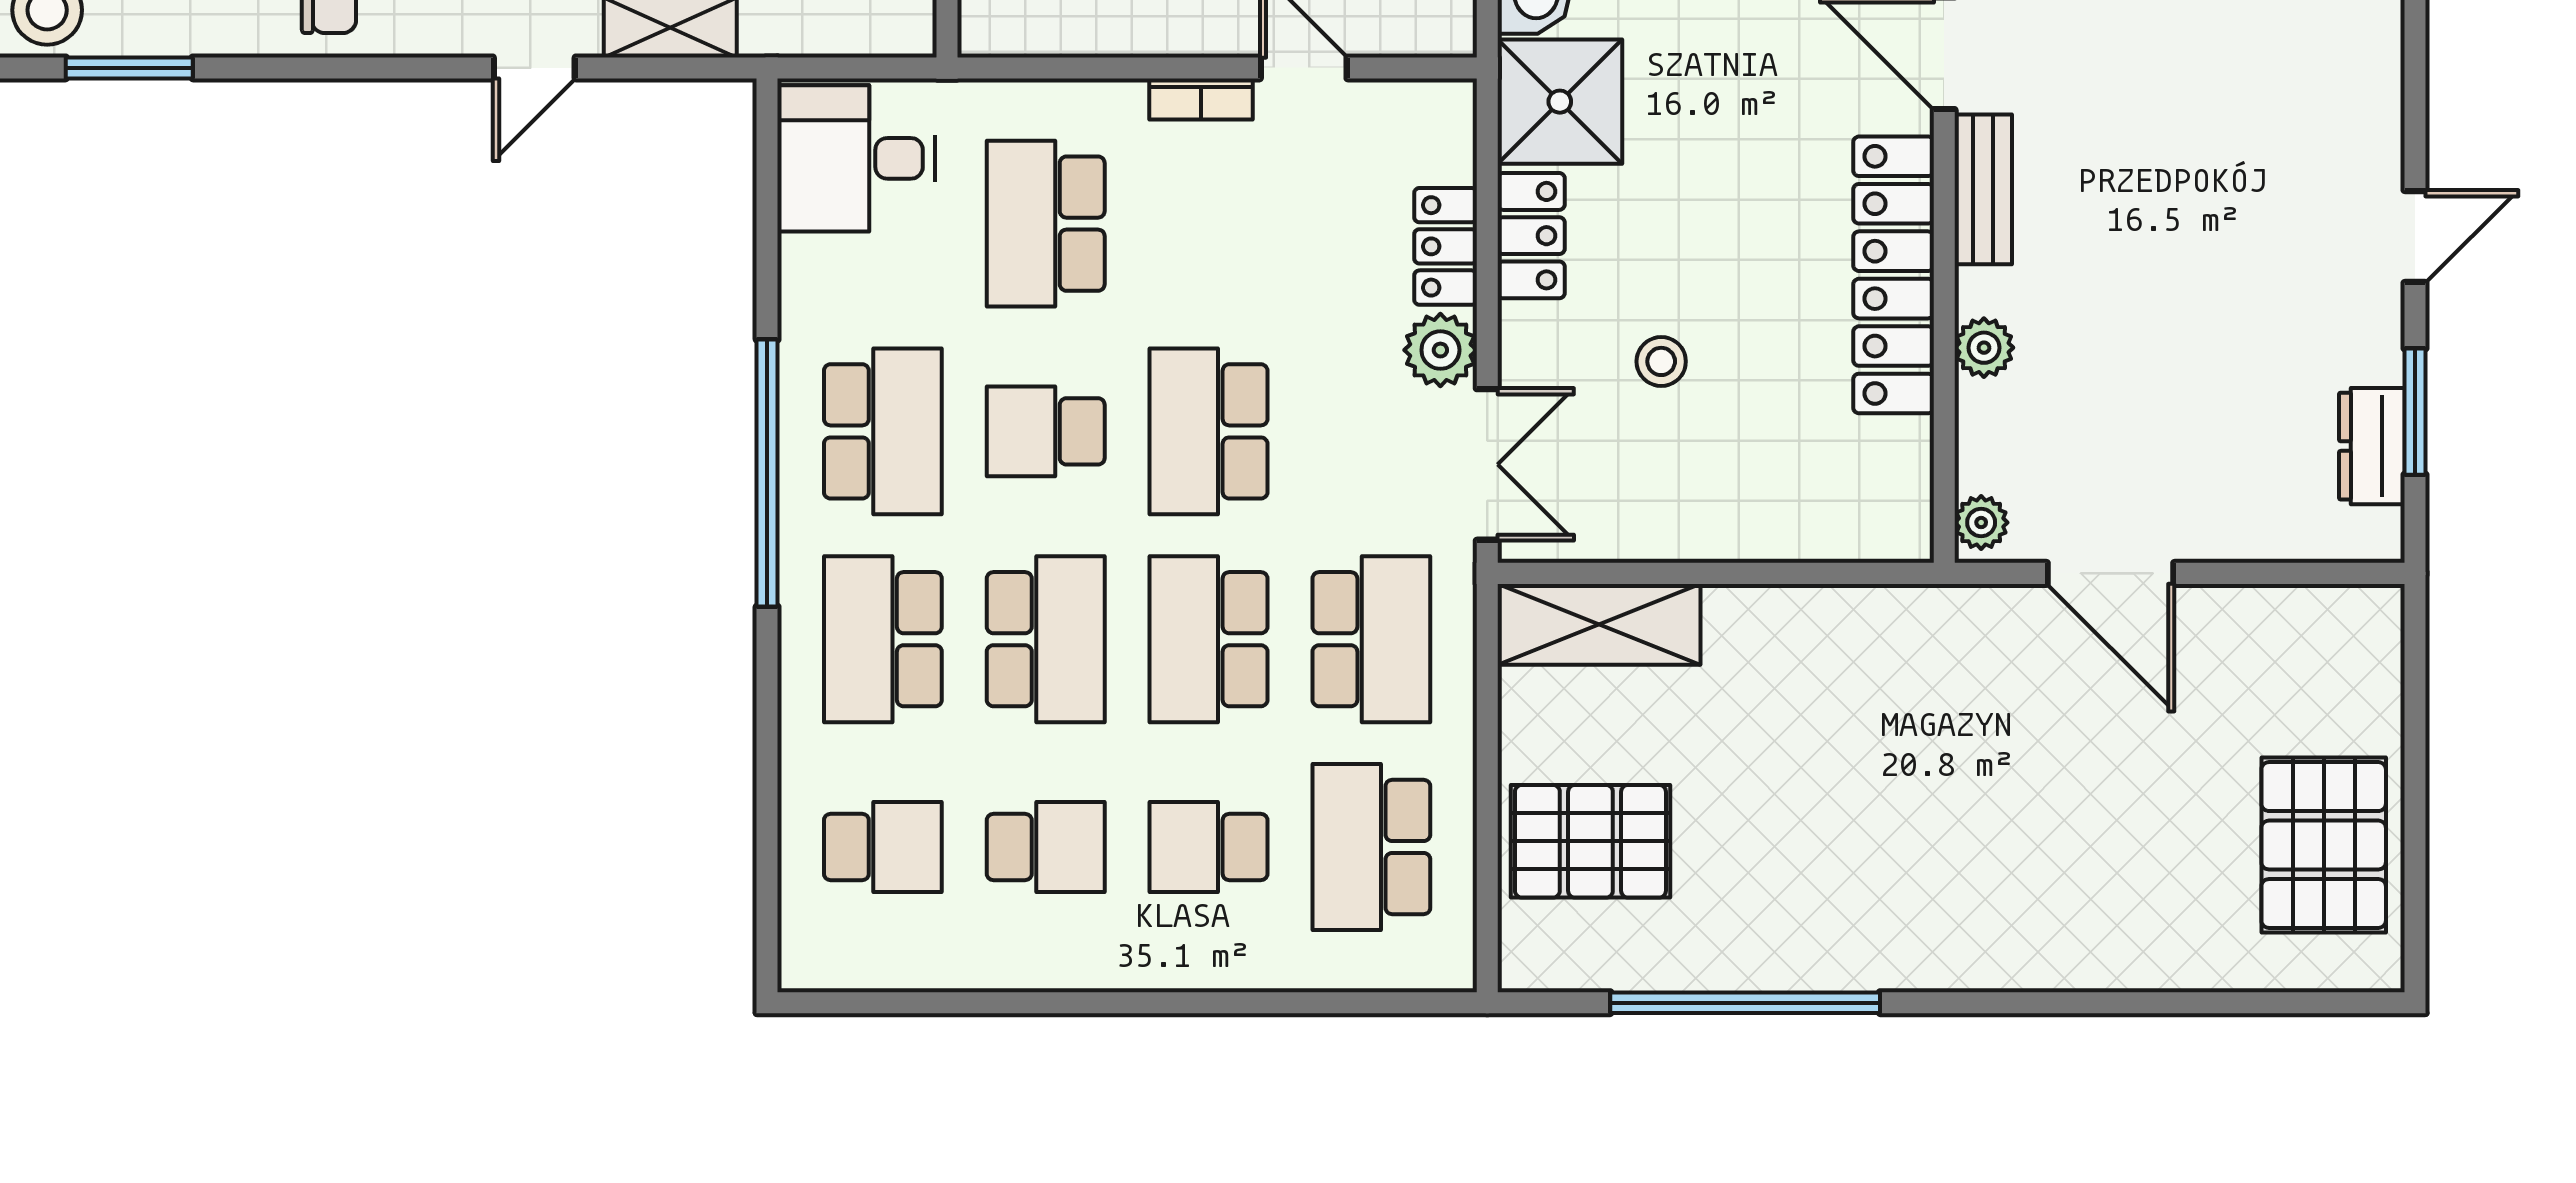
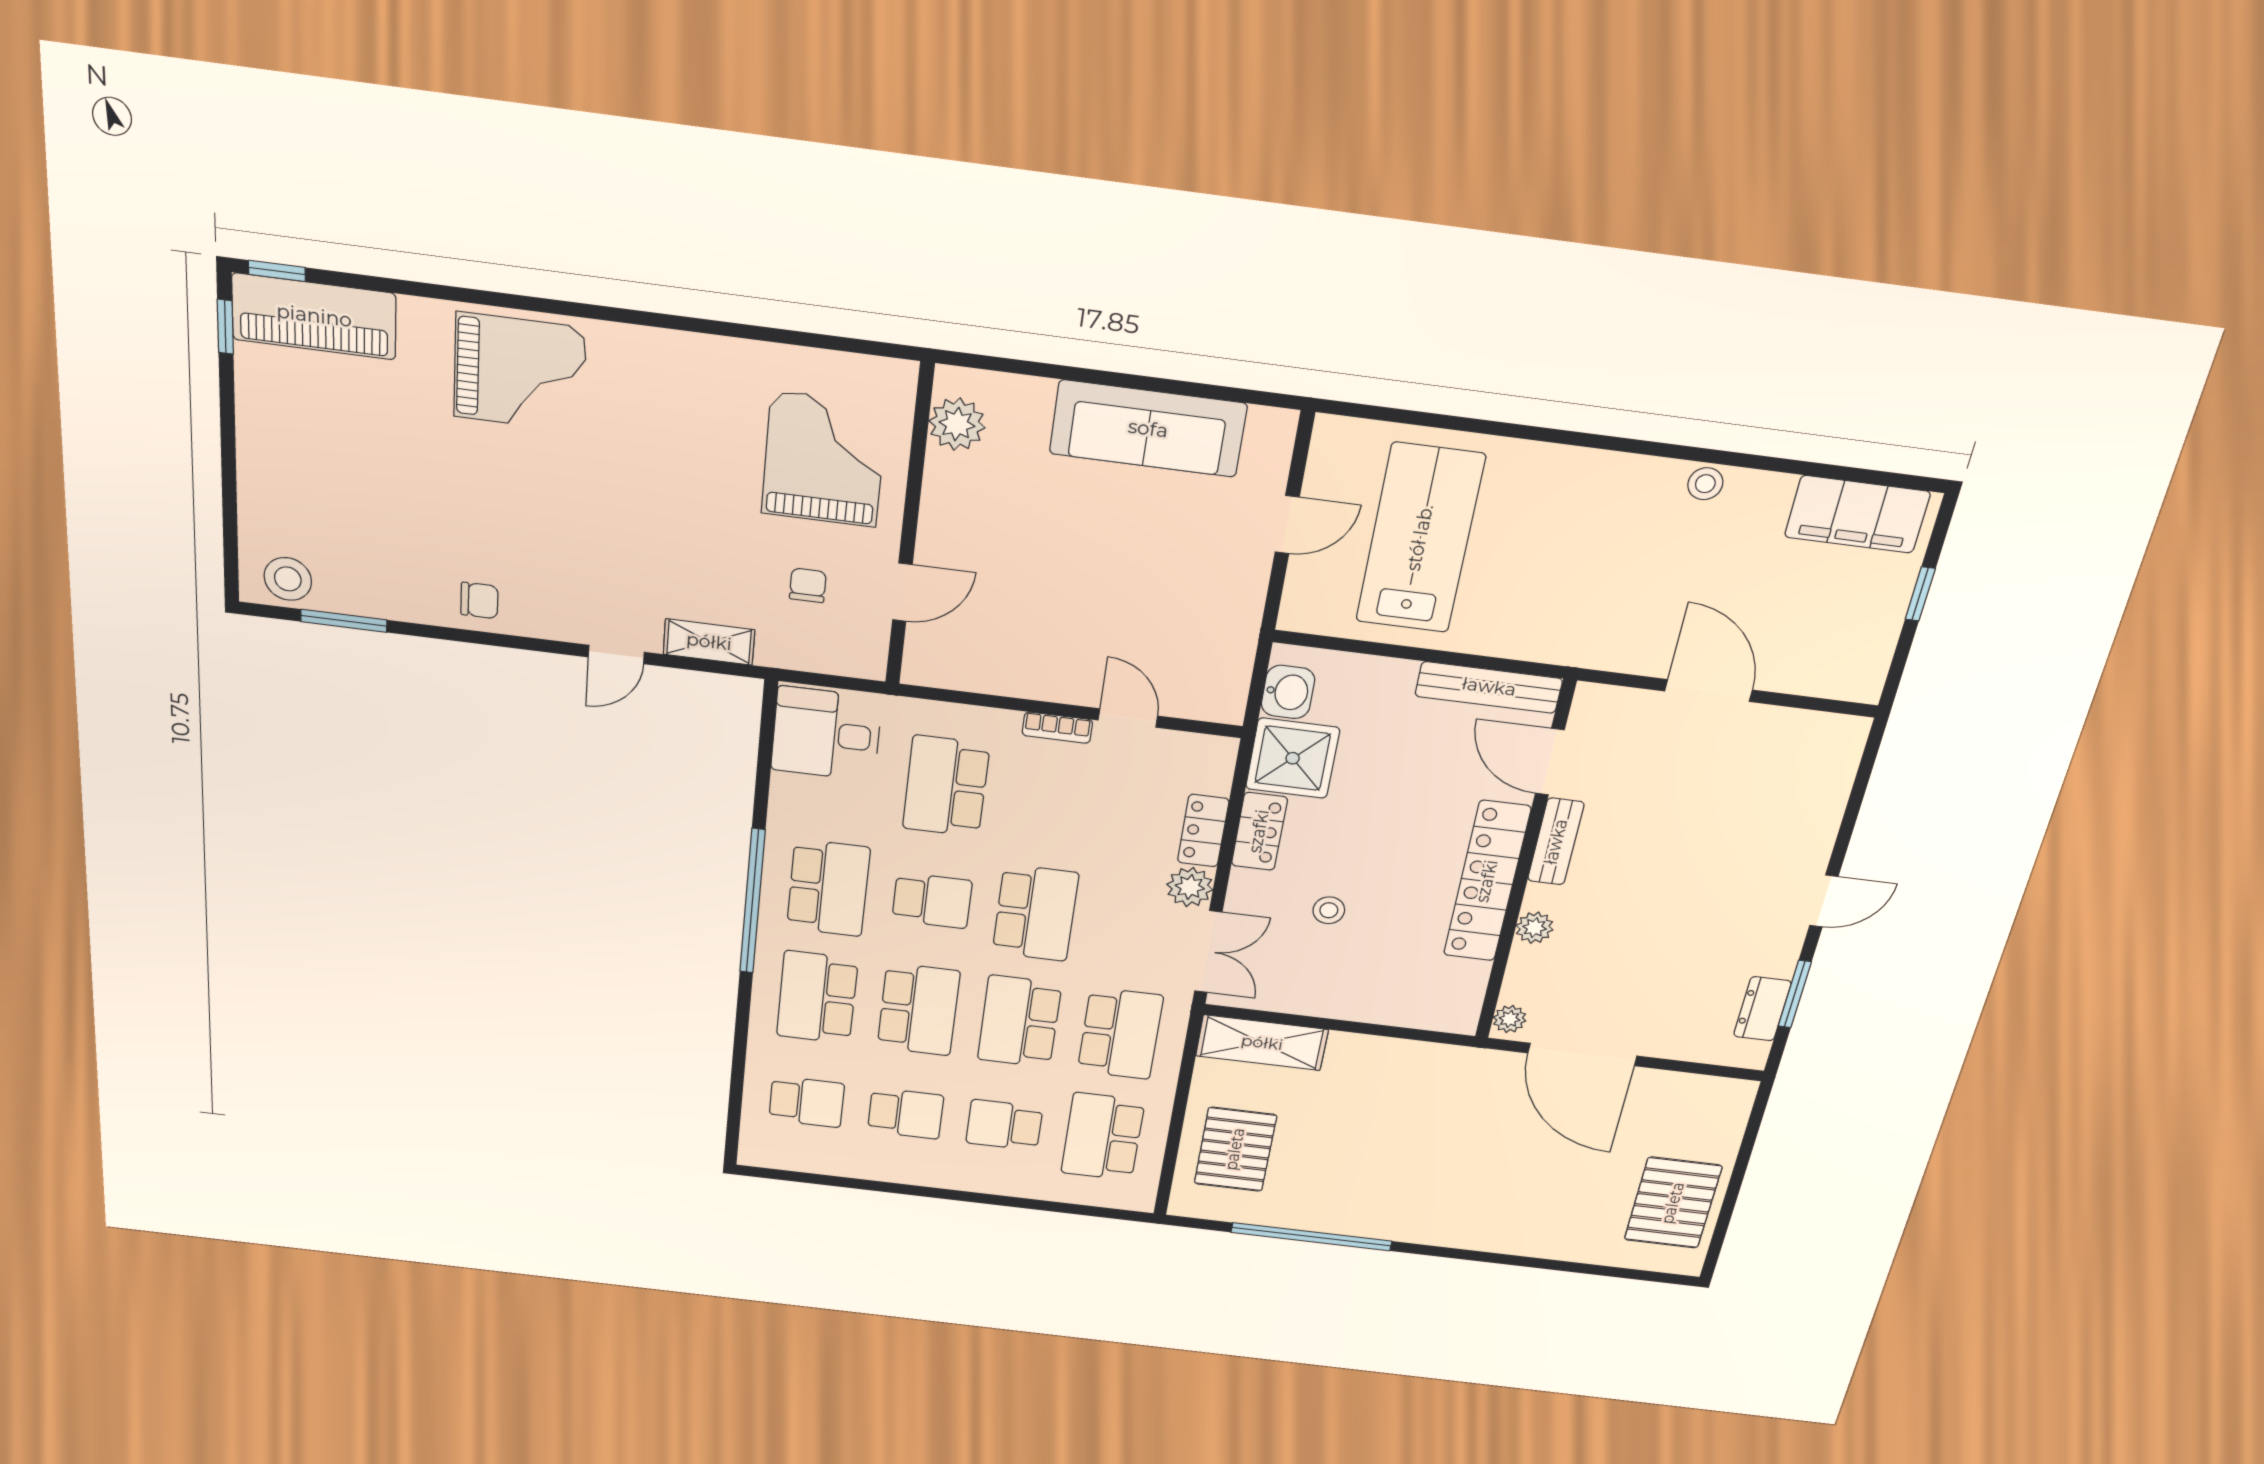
school desk: (1046, 431) -> (932, 900), turned 180
school desk: (1209, 431) -> (1035, 913), turned 180
door: (2111, 573) -> (1582, 1054), width x1.36
pallet: (1590, 841) -> (1235, 1149), turned 90

